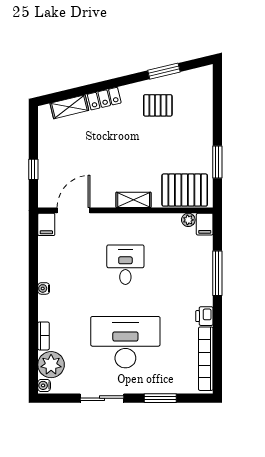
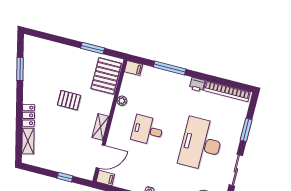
pallet: (158, 105) -> (69, 100), moved, turned 90
shelving: (134, 200) -> (100, 127), moved
door: (74, 210) -> (101, 157), swing flipped
plant: (188, 220) -> (122, 101), moved

